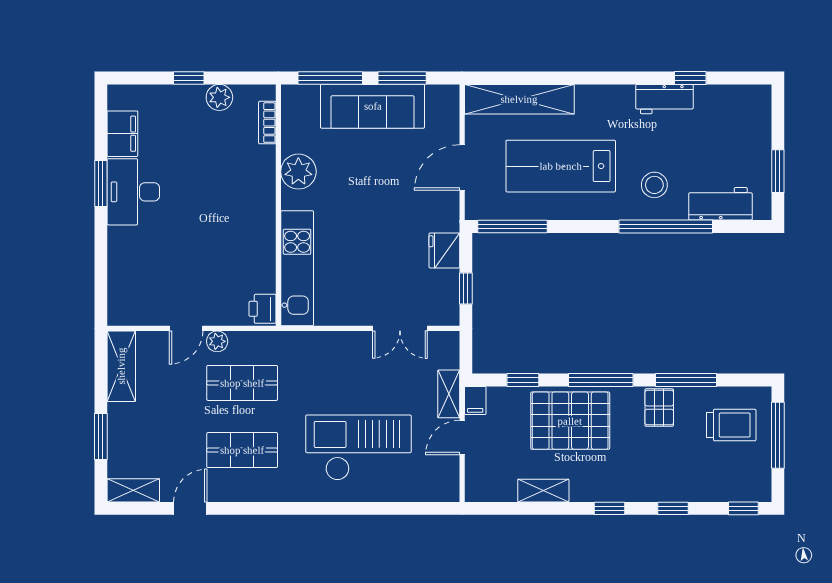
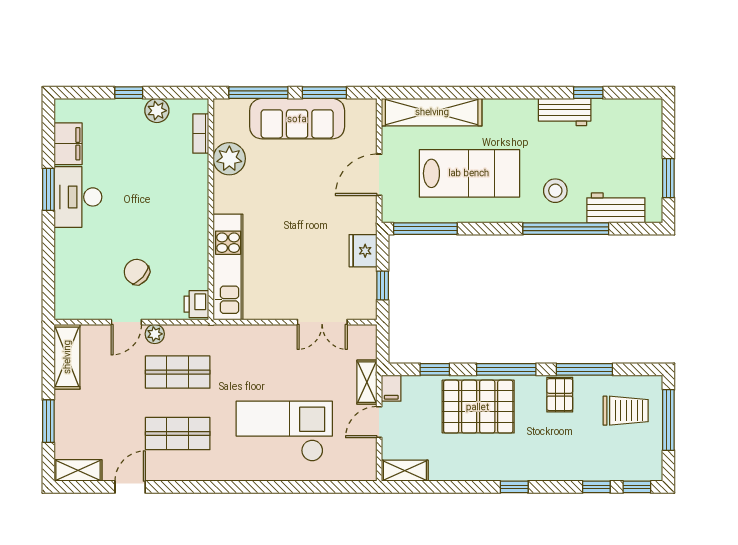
lab bench: (561, 166) -> (469, 173), turned 180
plant: (298, 172) -> (229, 159), moved
chair: (197, 274) -> (137, 272), added
shelving: (543, 491) -> (405, 471), moved
window: (673, 508) -> (596, 487), moved

